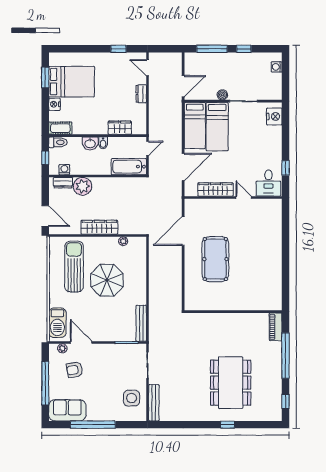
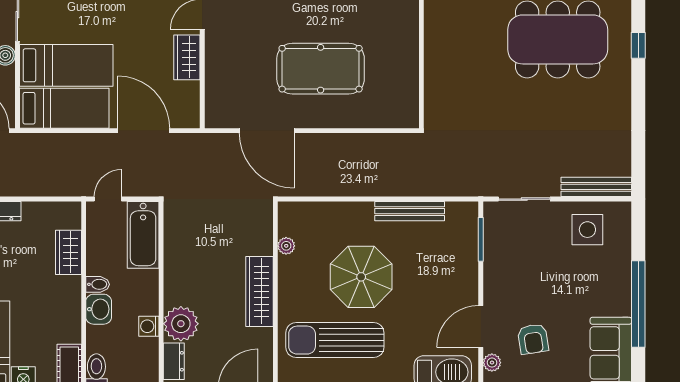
door: (148, 148) -> (108, 199), hinge flipped
washing machine: (64, 170) -> (149, 326), moved
wardrobe: (215, 189) -> (187, 57), width x0.67
bench: (141, 323) -> (410, 211), moved

